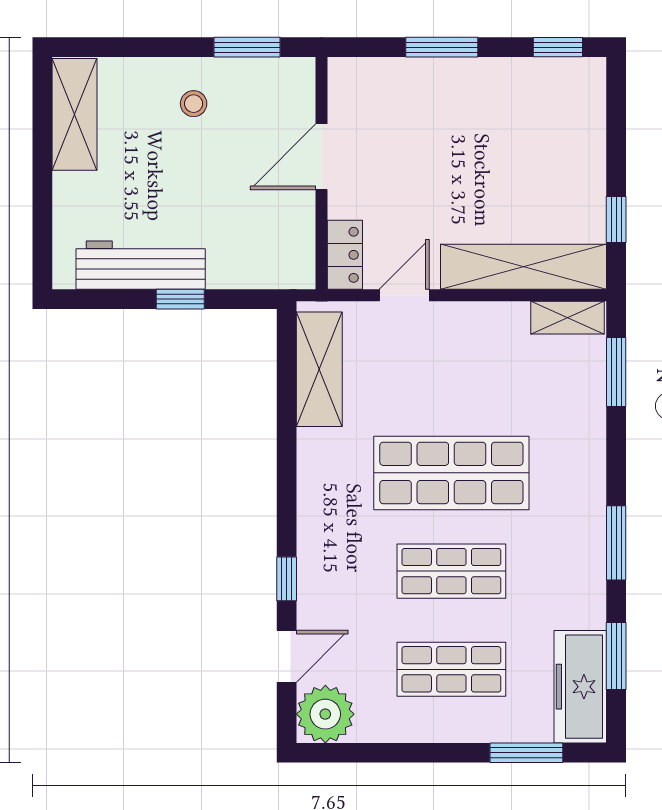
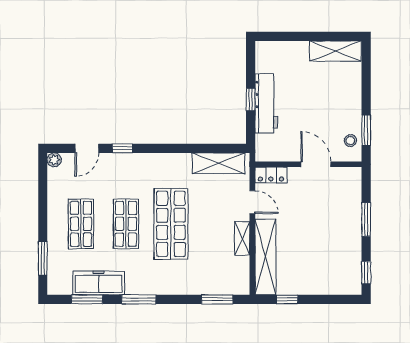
stool: (194, 104) -> (350, 141), moved
workbench: (141, 265) -> (266, 103), moved
shelving: (568, 318) -> (242, 238), moved
door: (287, 656) -> (87, 148), hinge flipped
freezer: (580, 687) -> (99, 283), moved
plant: (325, 714) -> (54, 160), width x0.53, depth x0.53

